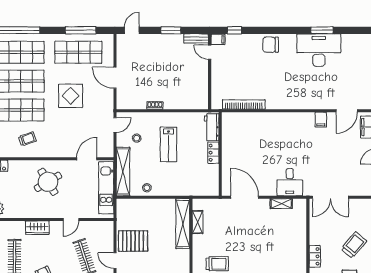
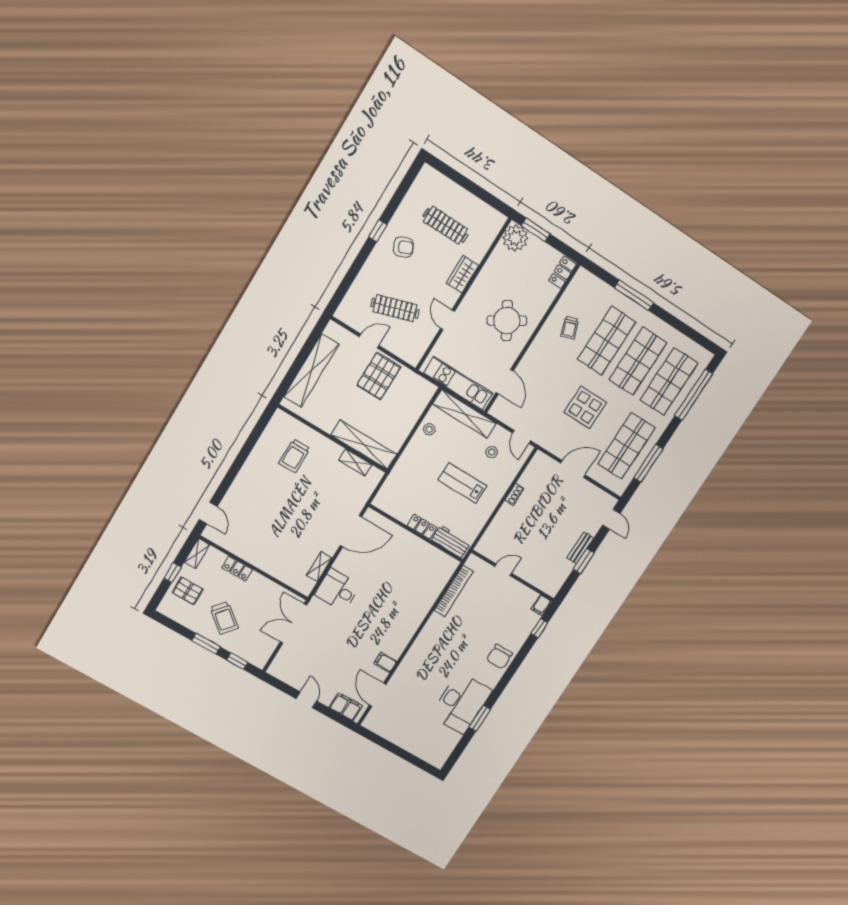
bench: (196, 38) -> (580, 548), moved
chair: (271, 45) -> (499, 657), turned 180
door: (210, 52) -> (503, 570), moved

